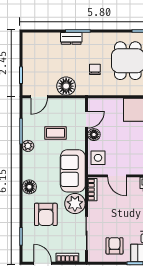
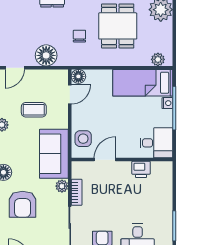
floor lamp: (94, 135) -> (78, 76), moved
door: (117, 176) -> (105, 160), swing flipped
bookcase: (92, 190) -> (77, 192), moved
plant: (75, 203) -> (62, 186), width x0.53, depth x0.53

